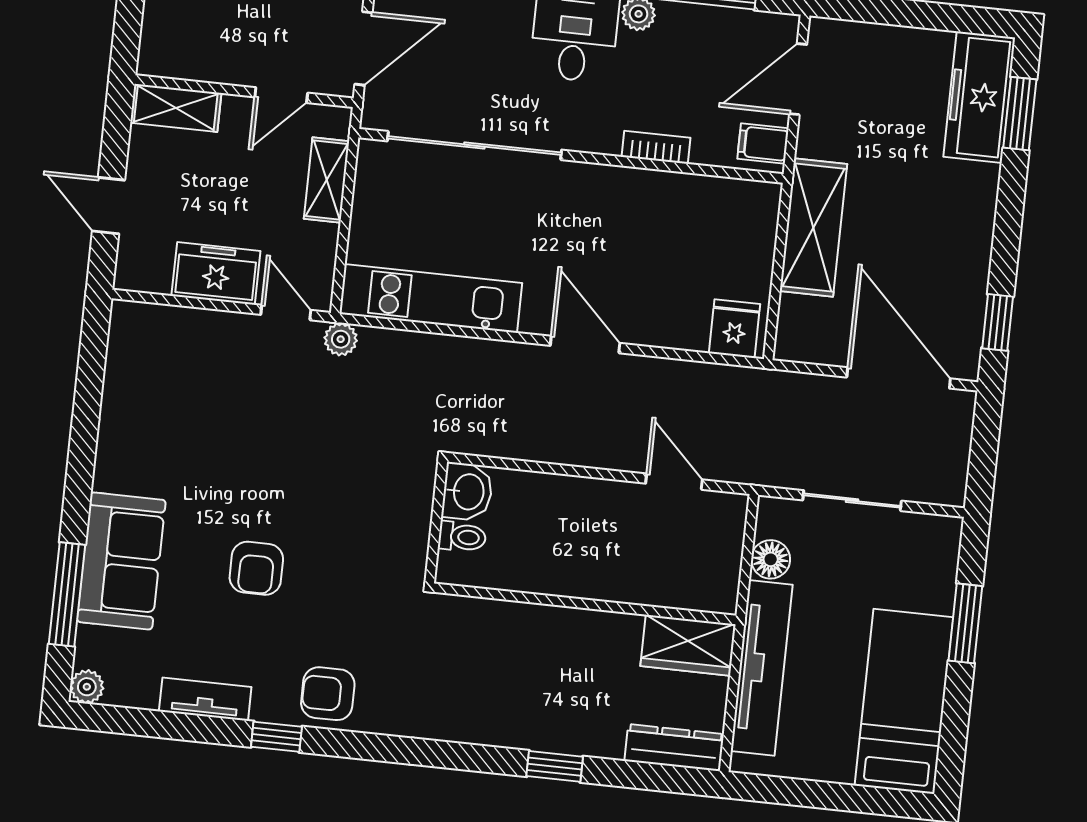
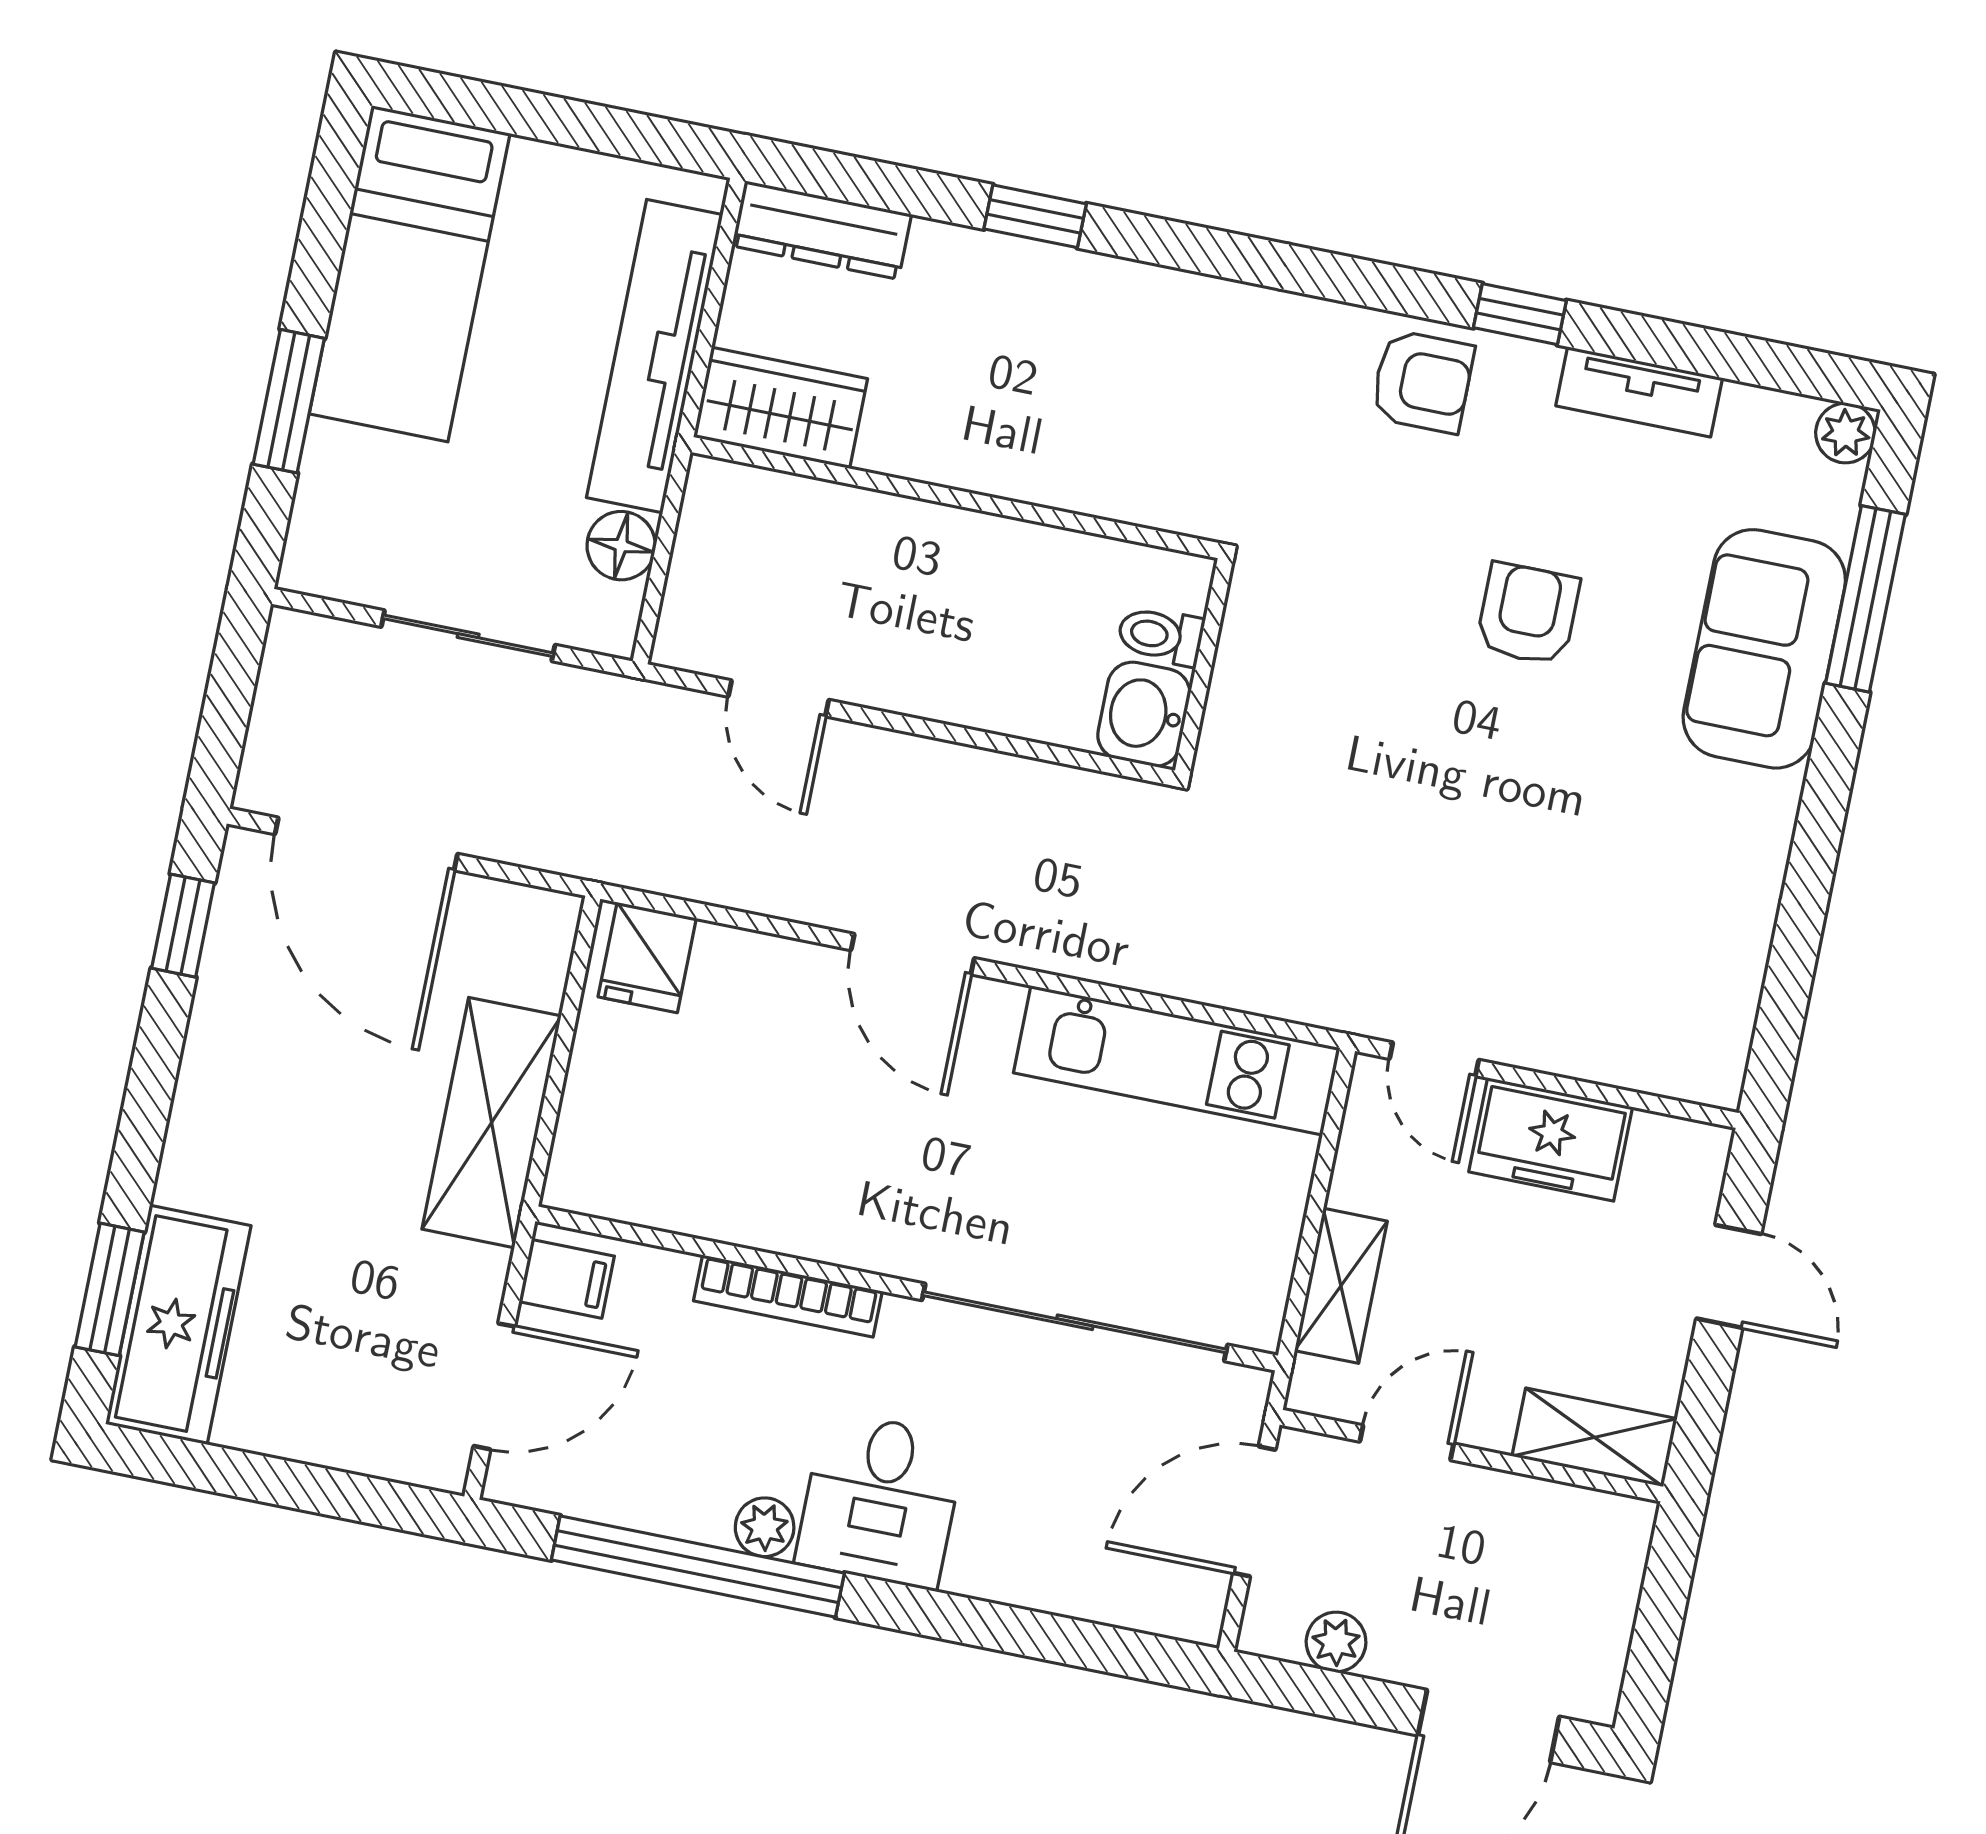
bookcase: (656, 147) -> (788, 1296), width x1.56
plant: (341, 339) -> (1342, 1003), removed

